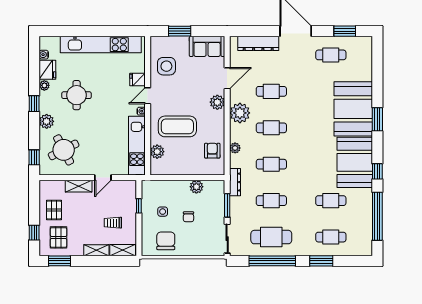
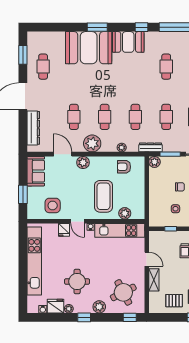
booth: (355, 162) -> (128, 42), width x0.73, depth x0.70
plant: (196, 187) -> (154, 162), moved

